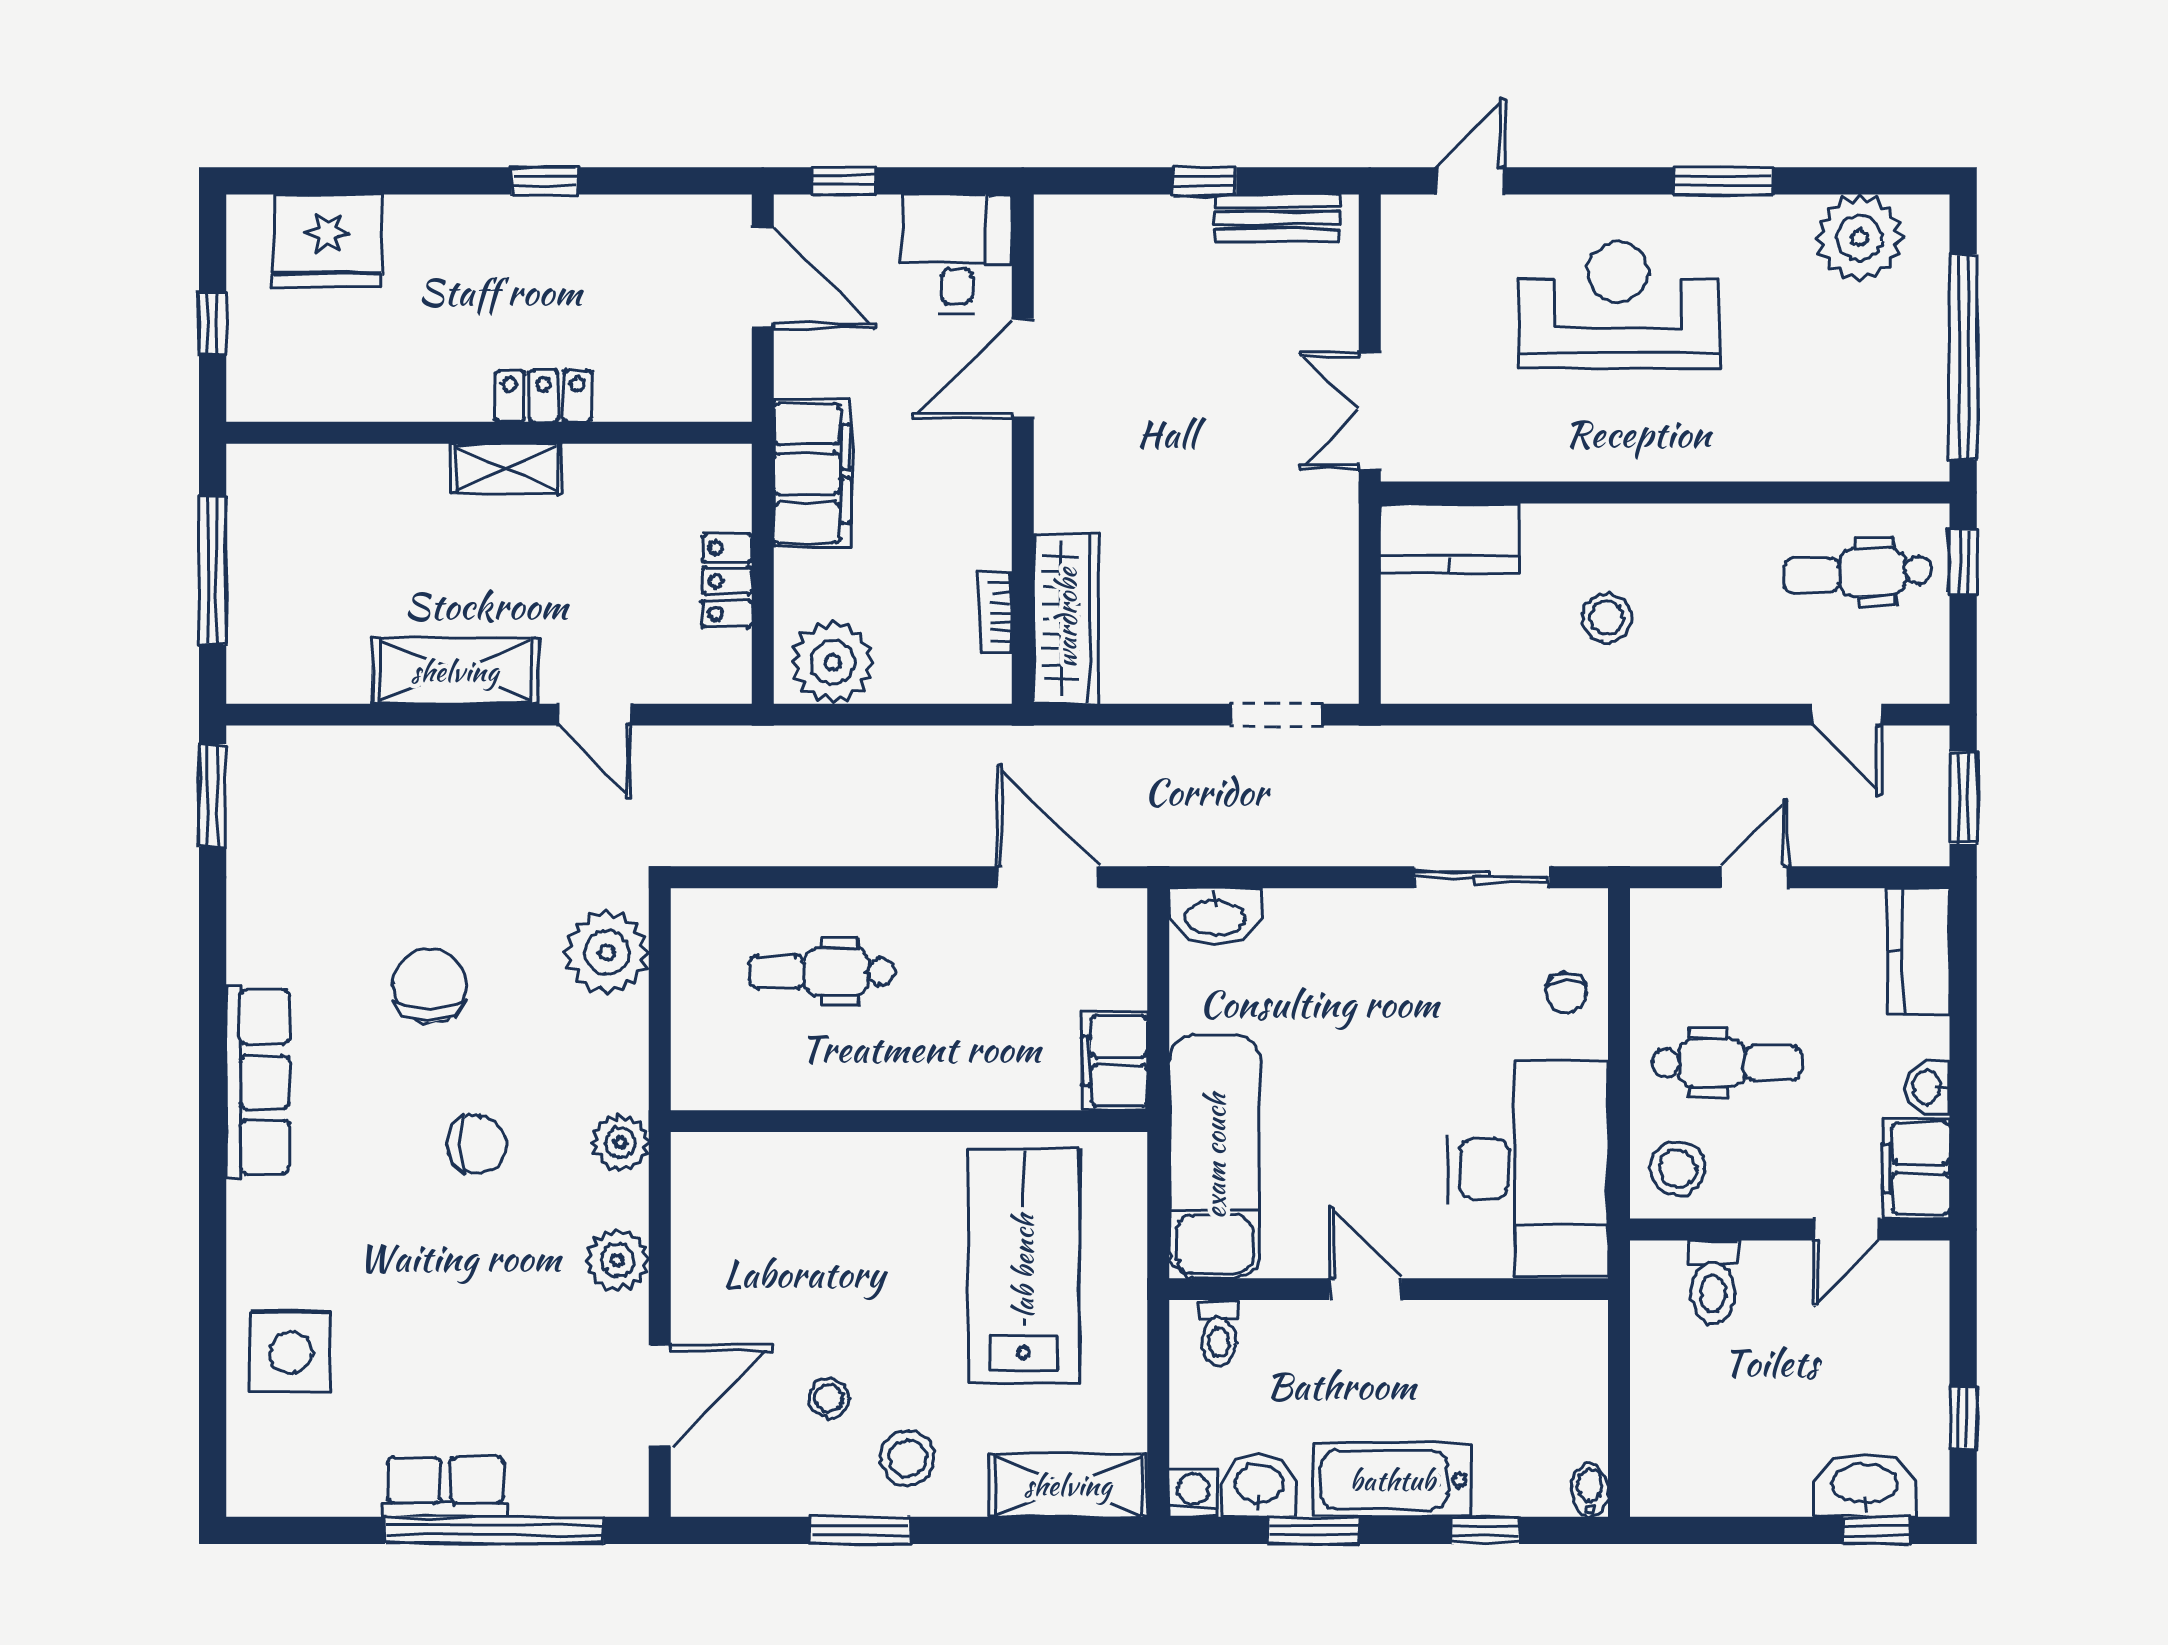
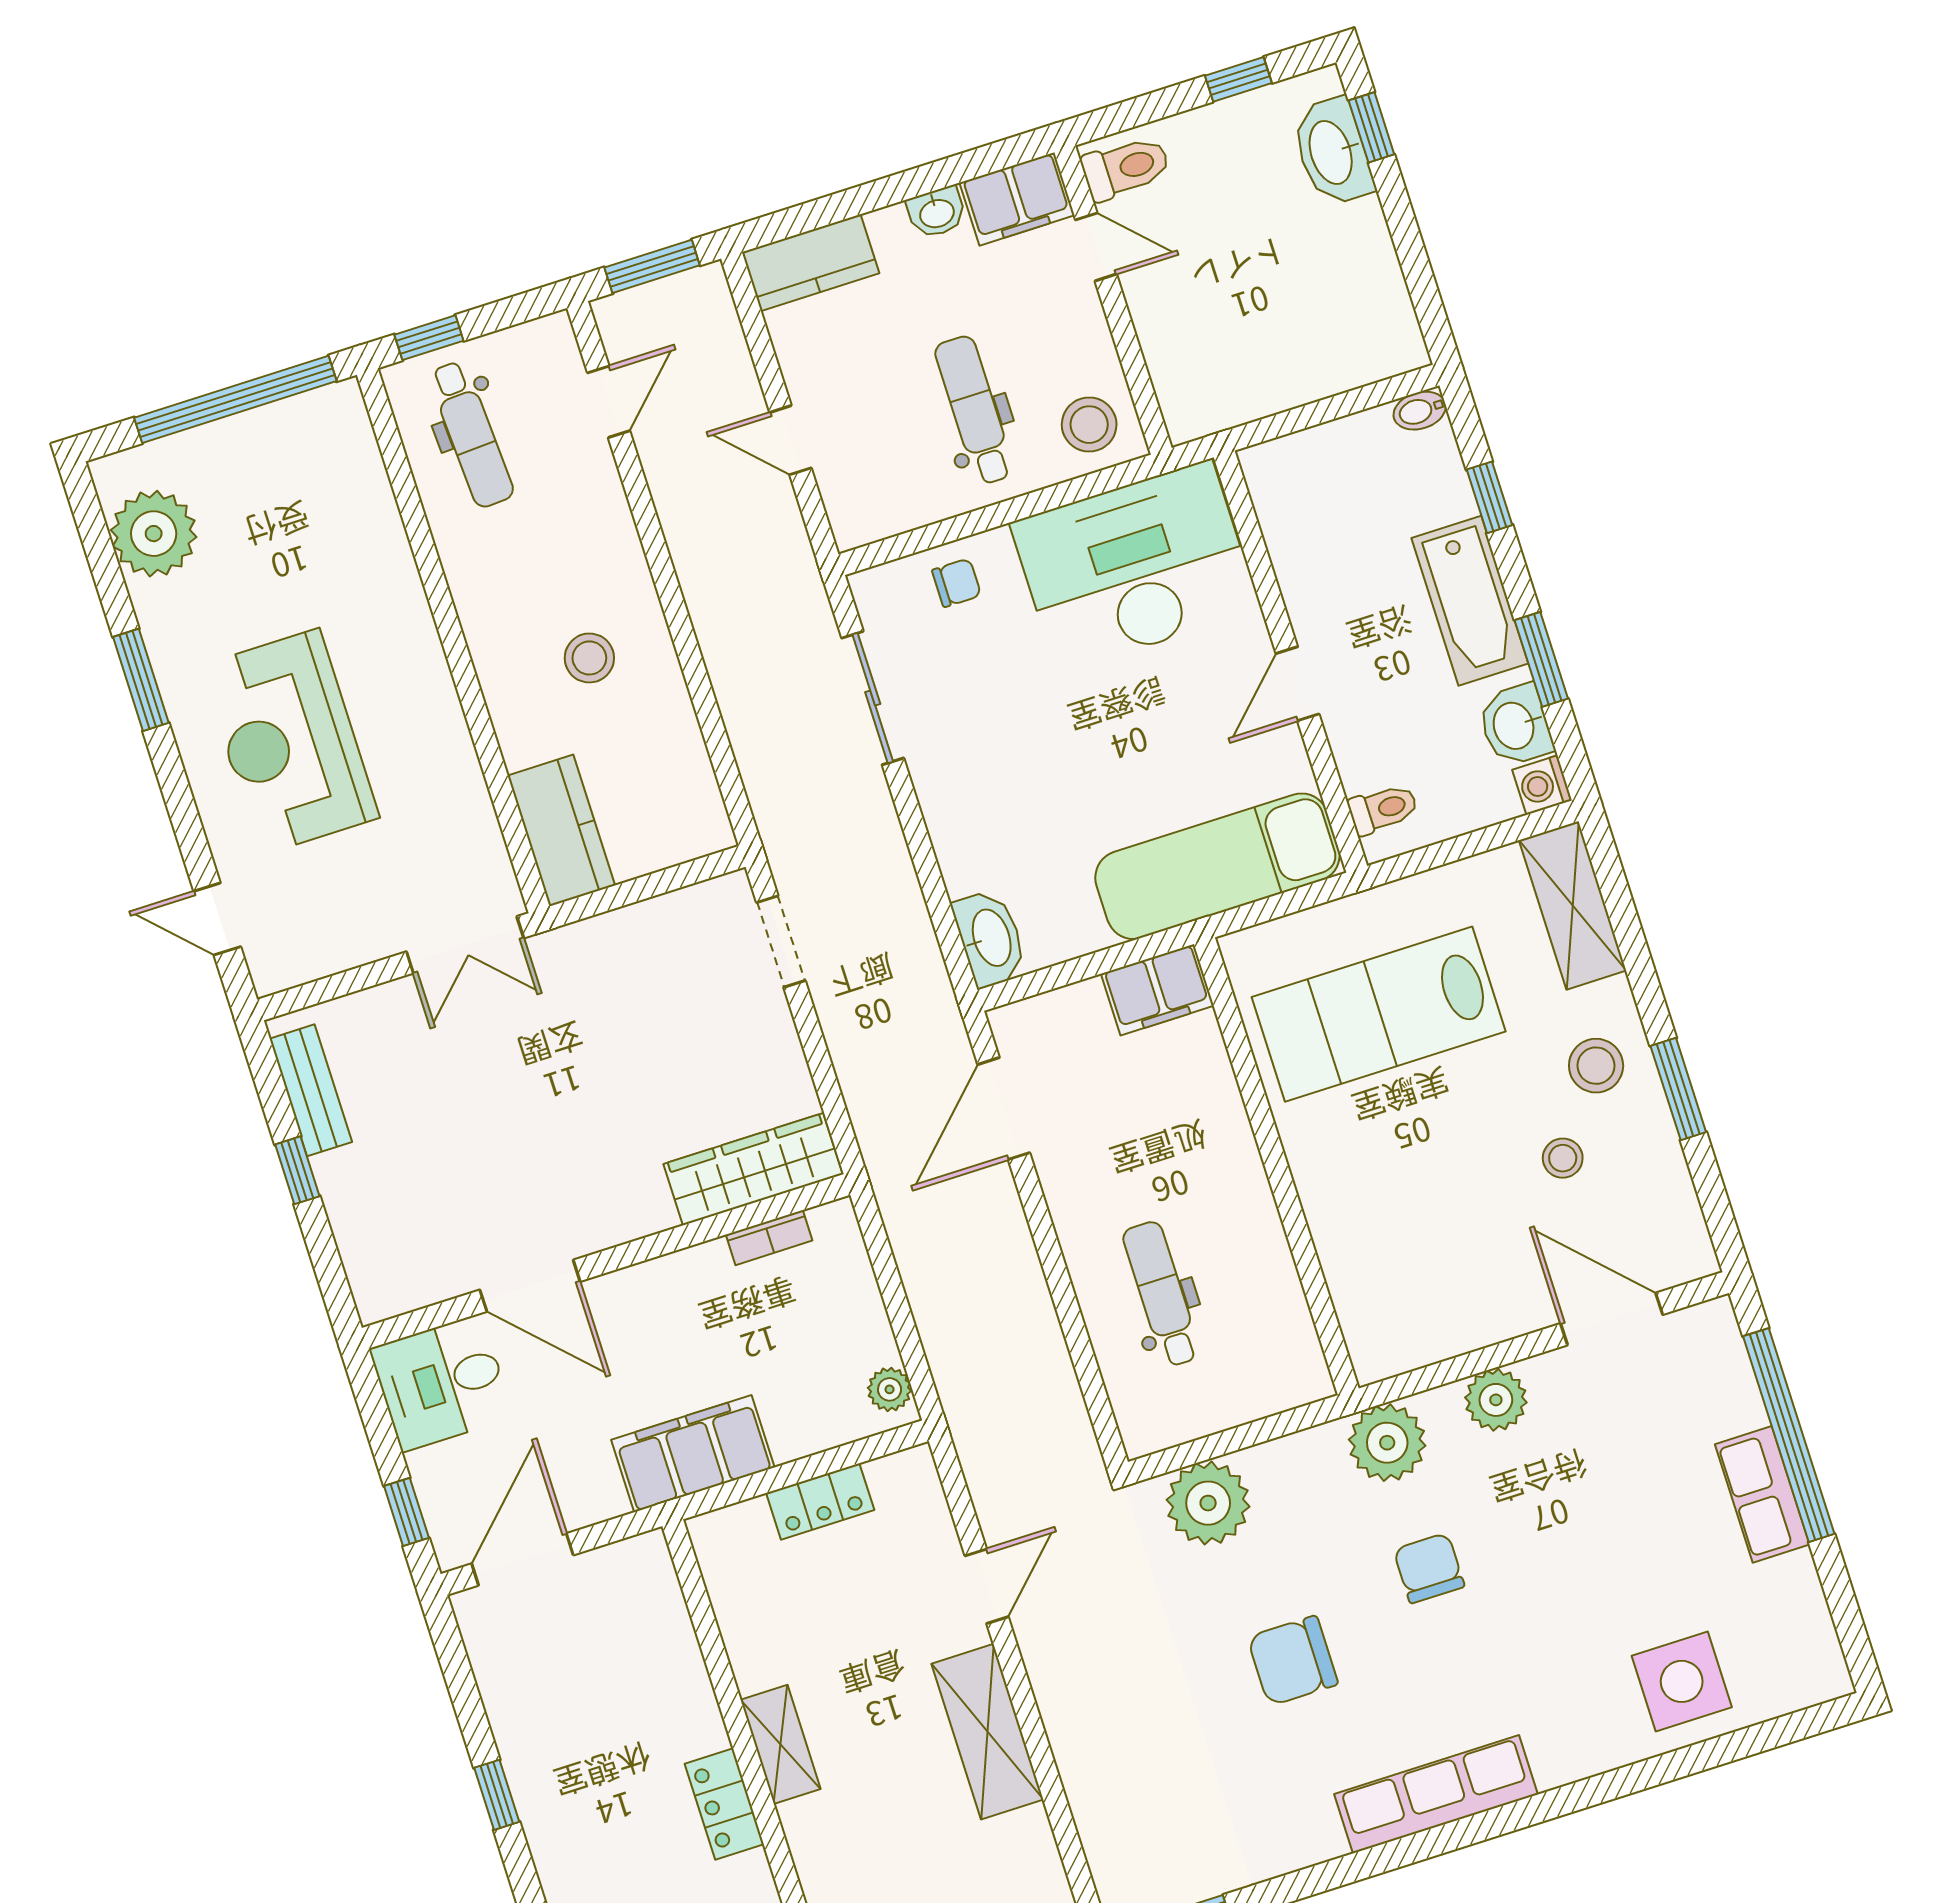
locker: (544, 396) -> (724, 1804), moved
plant: (833, 662) -> (890, 1389), width x0.53, depth x0.53
dental chair: (822, 972) -> (1161, 1294), turned 180
plant: (620, 1143) -> (1387, 1443), width x1.36, depth x1.36
toilet: (1713, 1282) -> (1126, 168), moved

